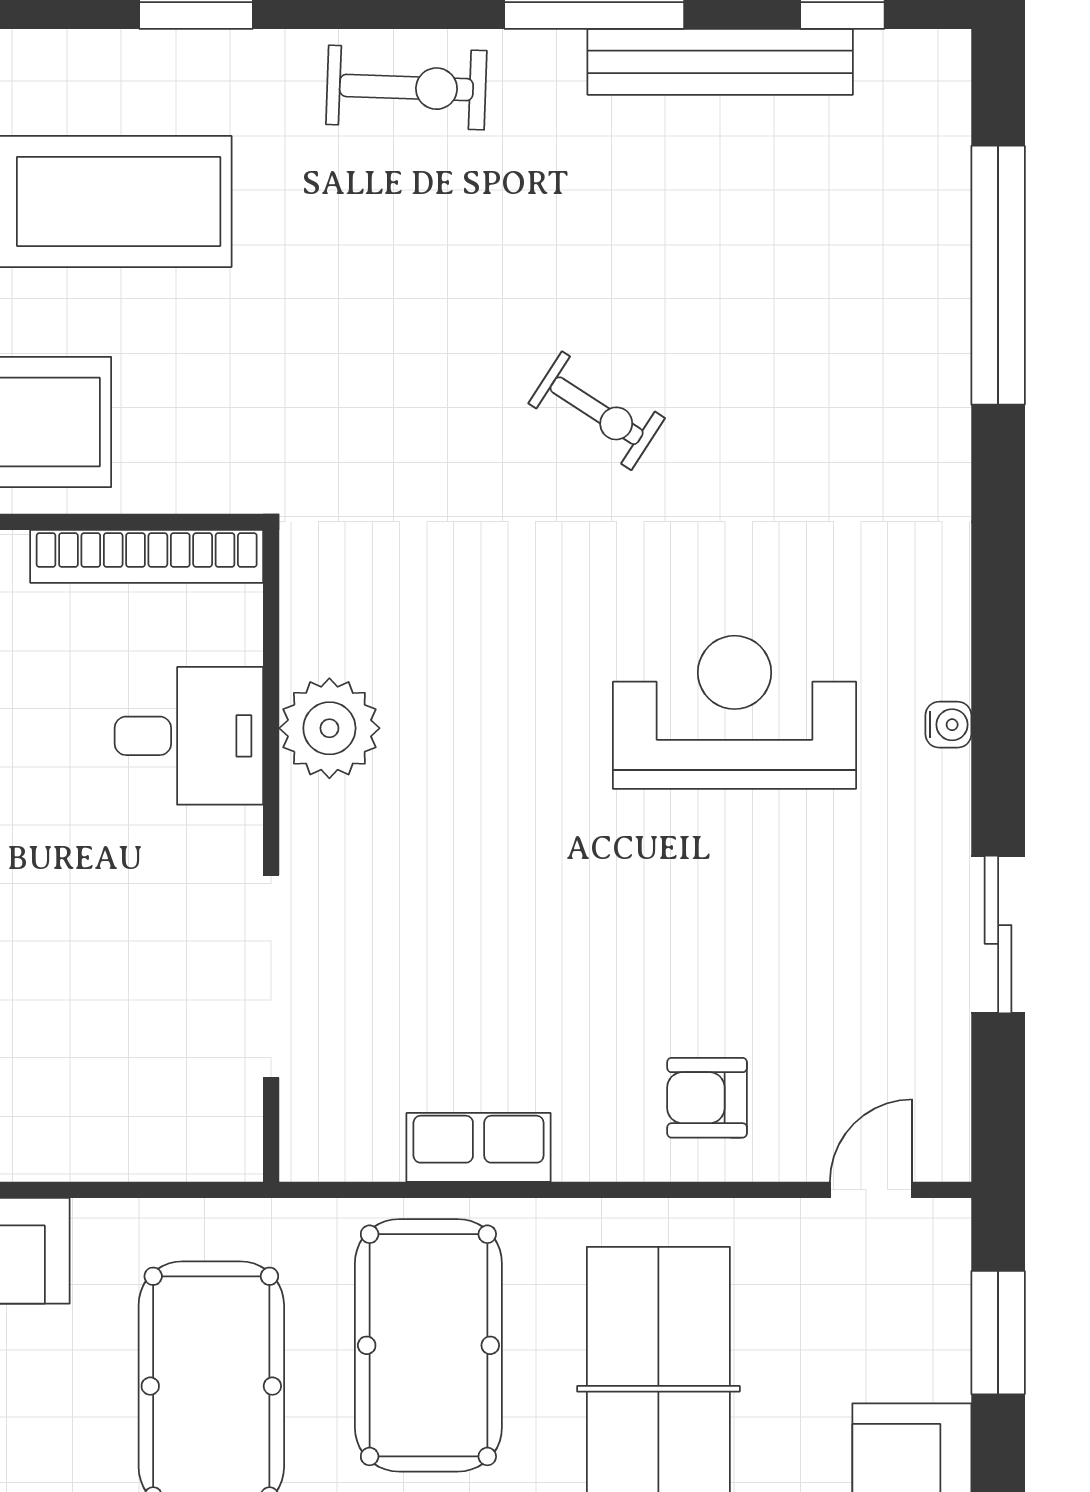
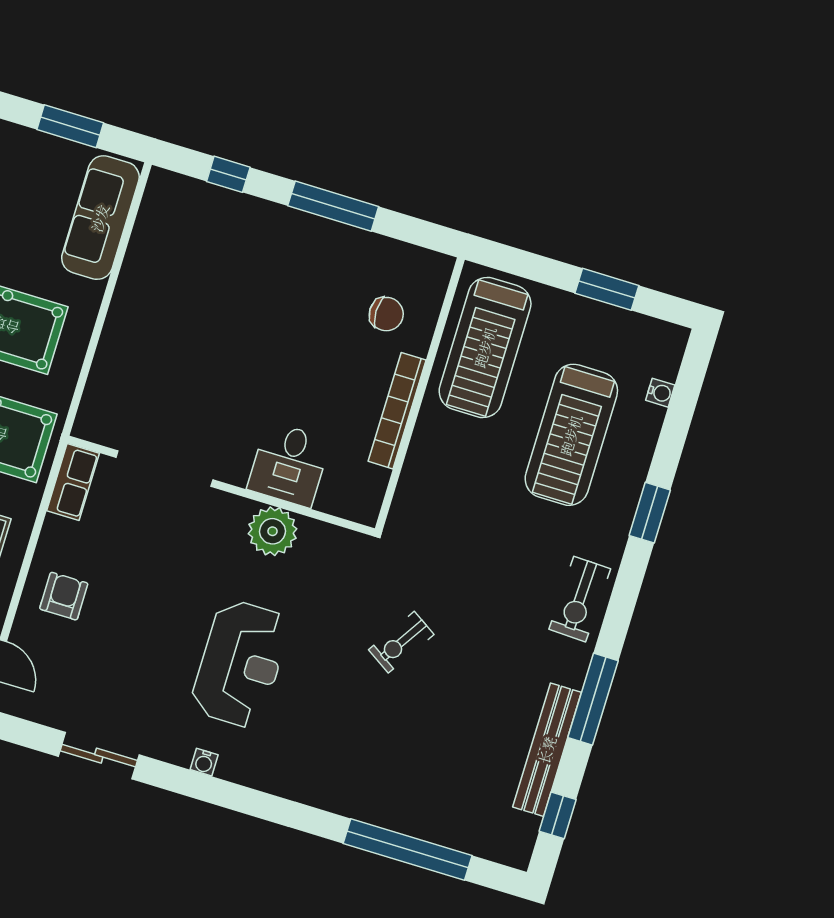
plant: (329, 728) -> (273, 531), moved
desk: (189, 736) -> (289, 464), moved
wall: (271, 856) -> (221, 486), moved
doorway: (271, 976) -> (165, 469), moved

